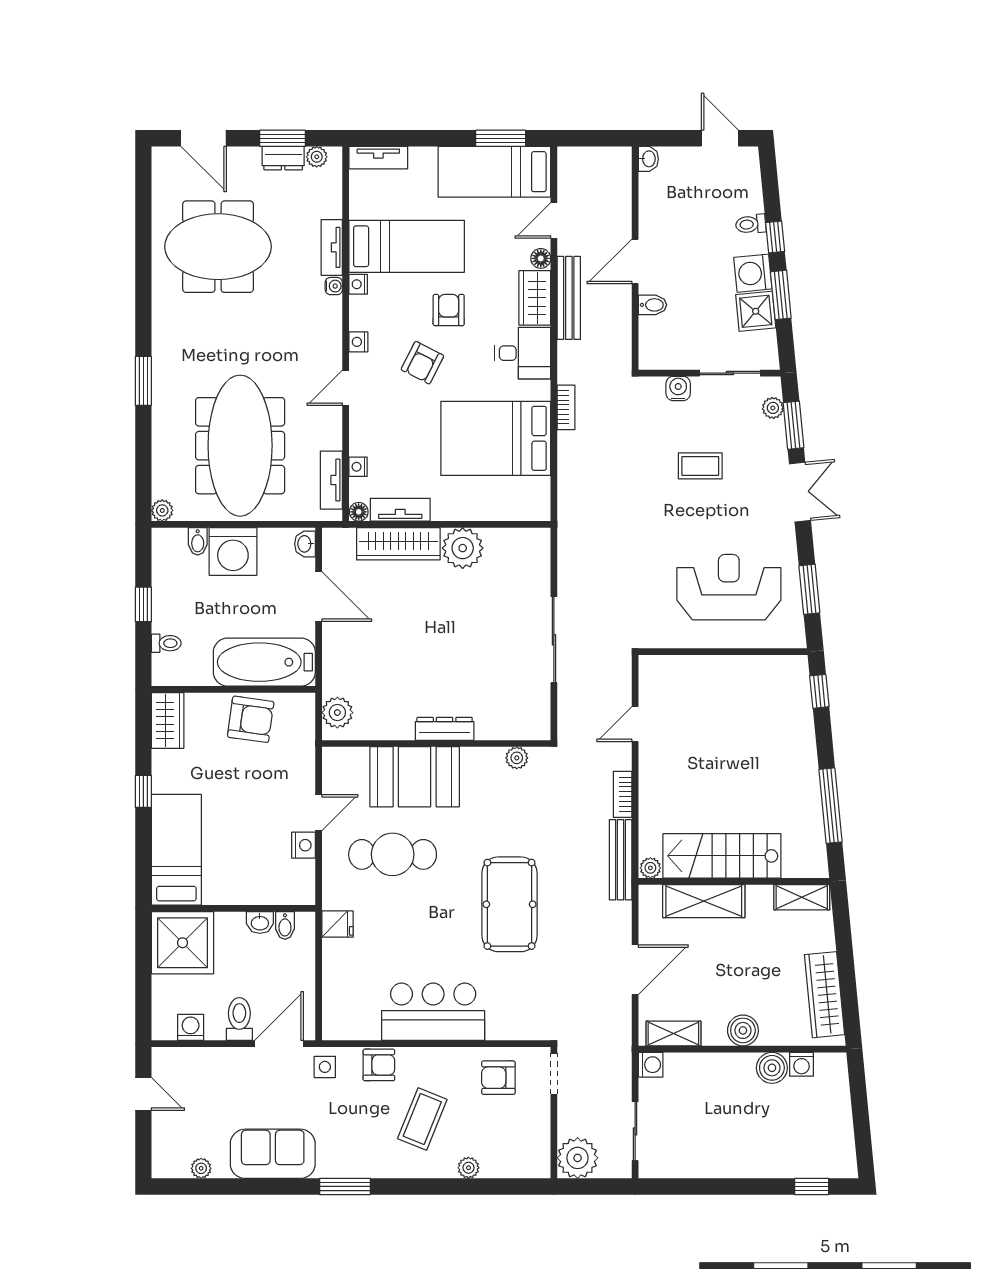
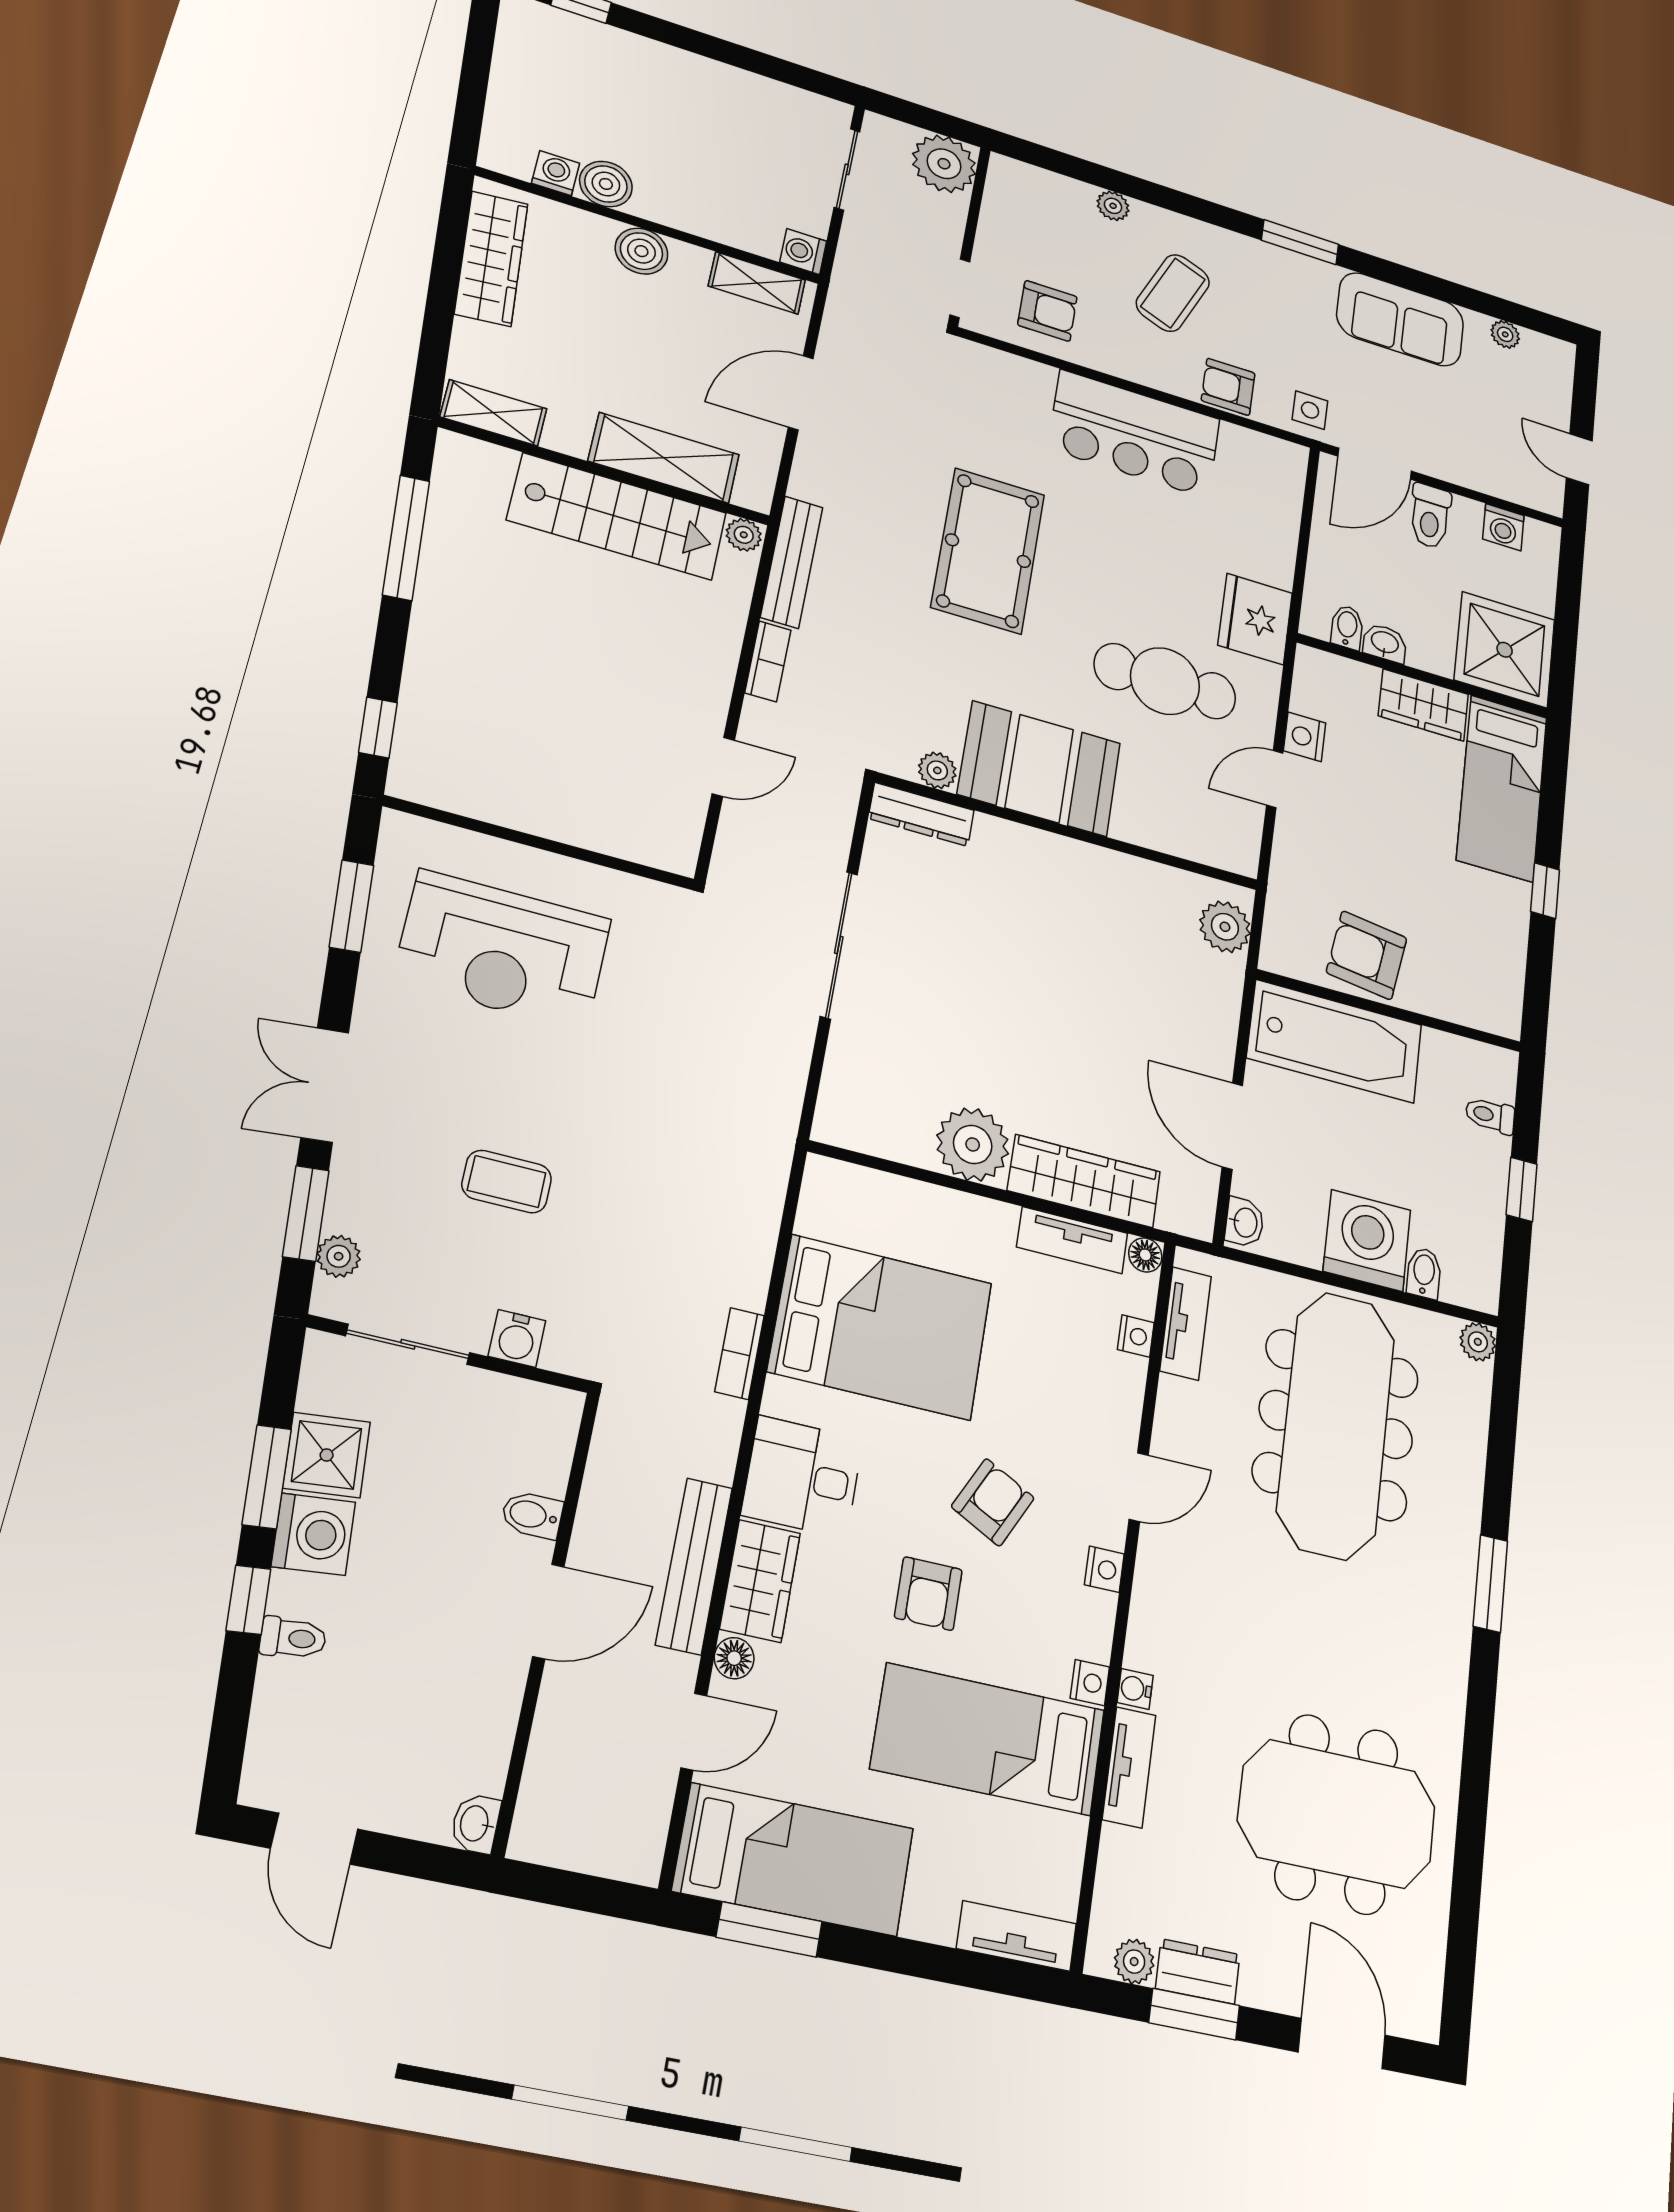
wardrobe: (168, 721) -> (1423, 705), moved, turned -90
dresser: (445, 729) -> (921, 814), moved
booth: (415, 777) -> (1039, 769), moved
fridge: (338, 924) -> (1255, 619), width x1.88, depth x1.34

